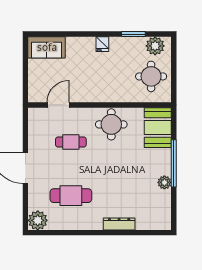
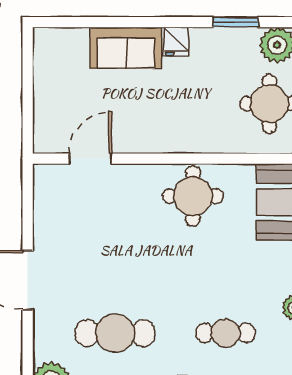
sofa: (47, 47) -> (126, 48), moved
cafe table: (71, 142) -> (225, 333), moved

